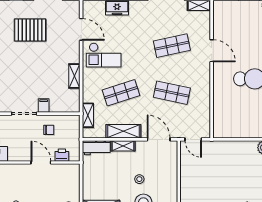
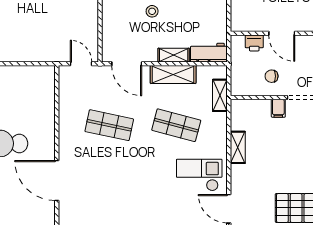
shop shelf: (172, 46) -> (109, 187), removed
door: (212, 51) -> (57, 181), width x1.36
shop shelf: (121, 93) -> (176, 125), turned 33

